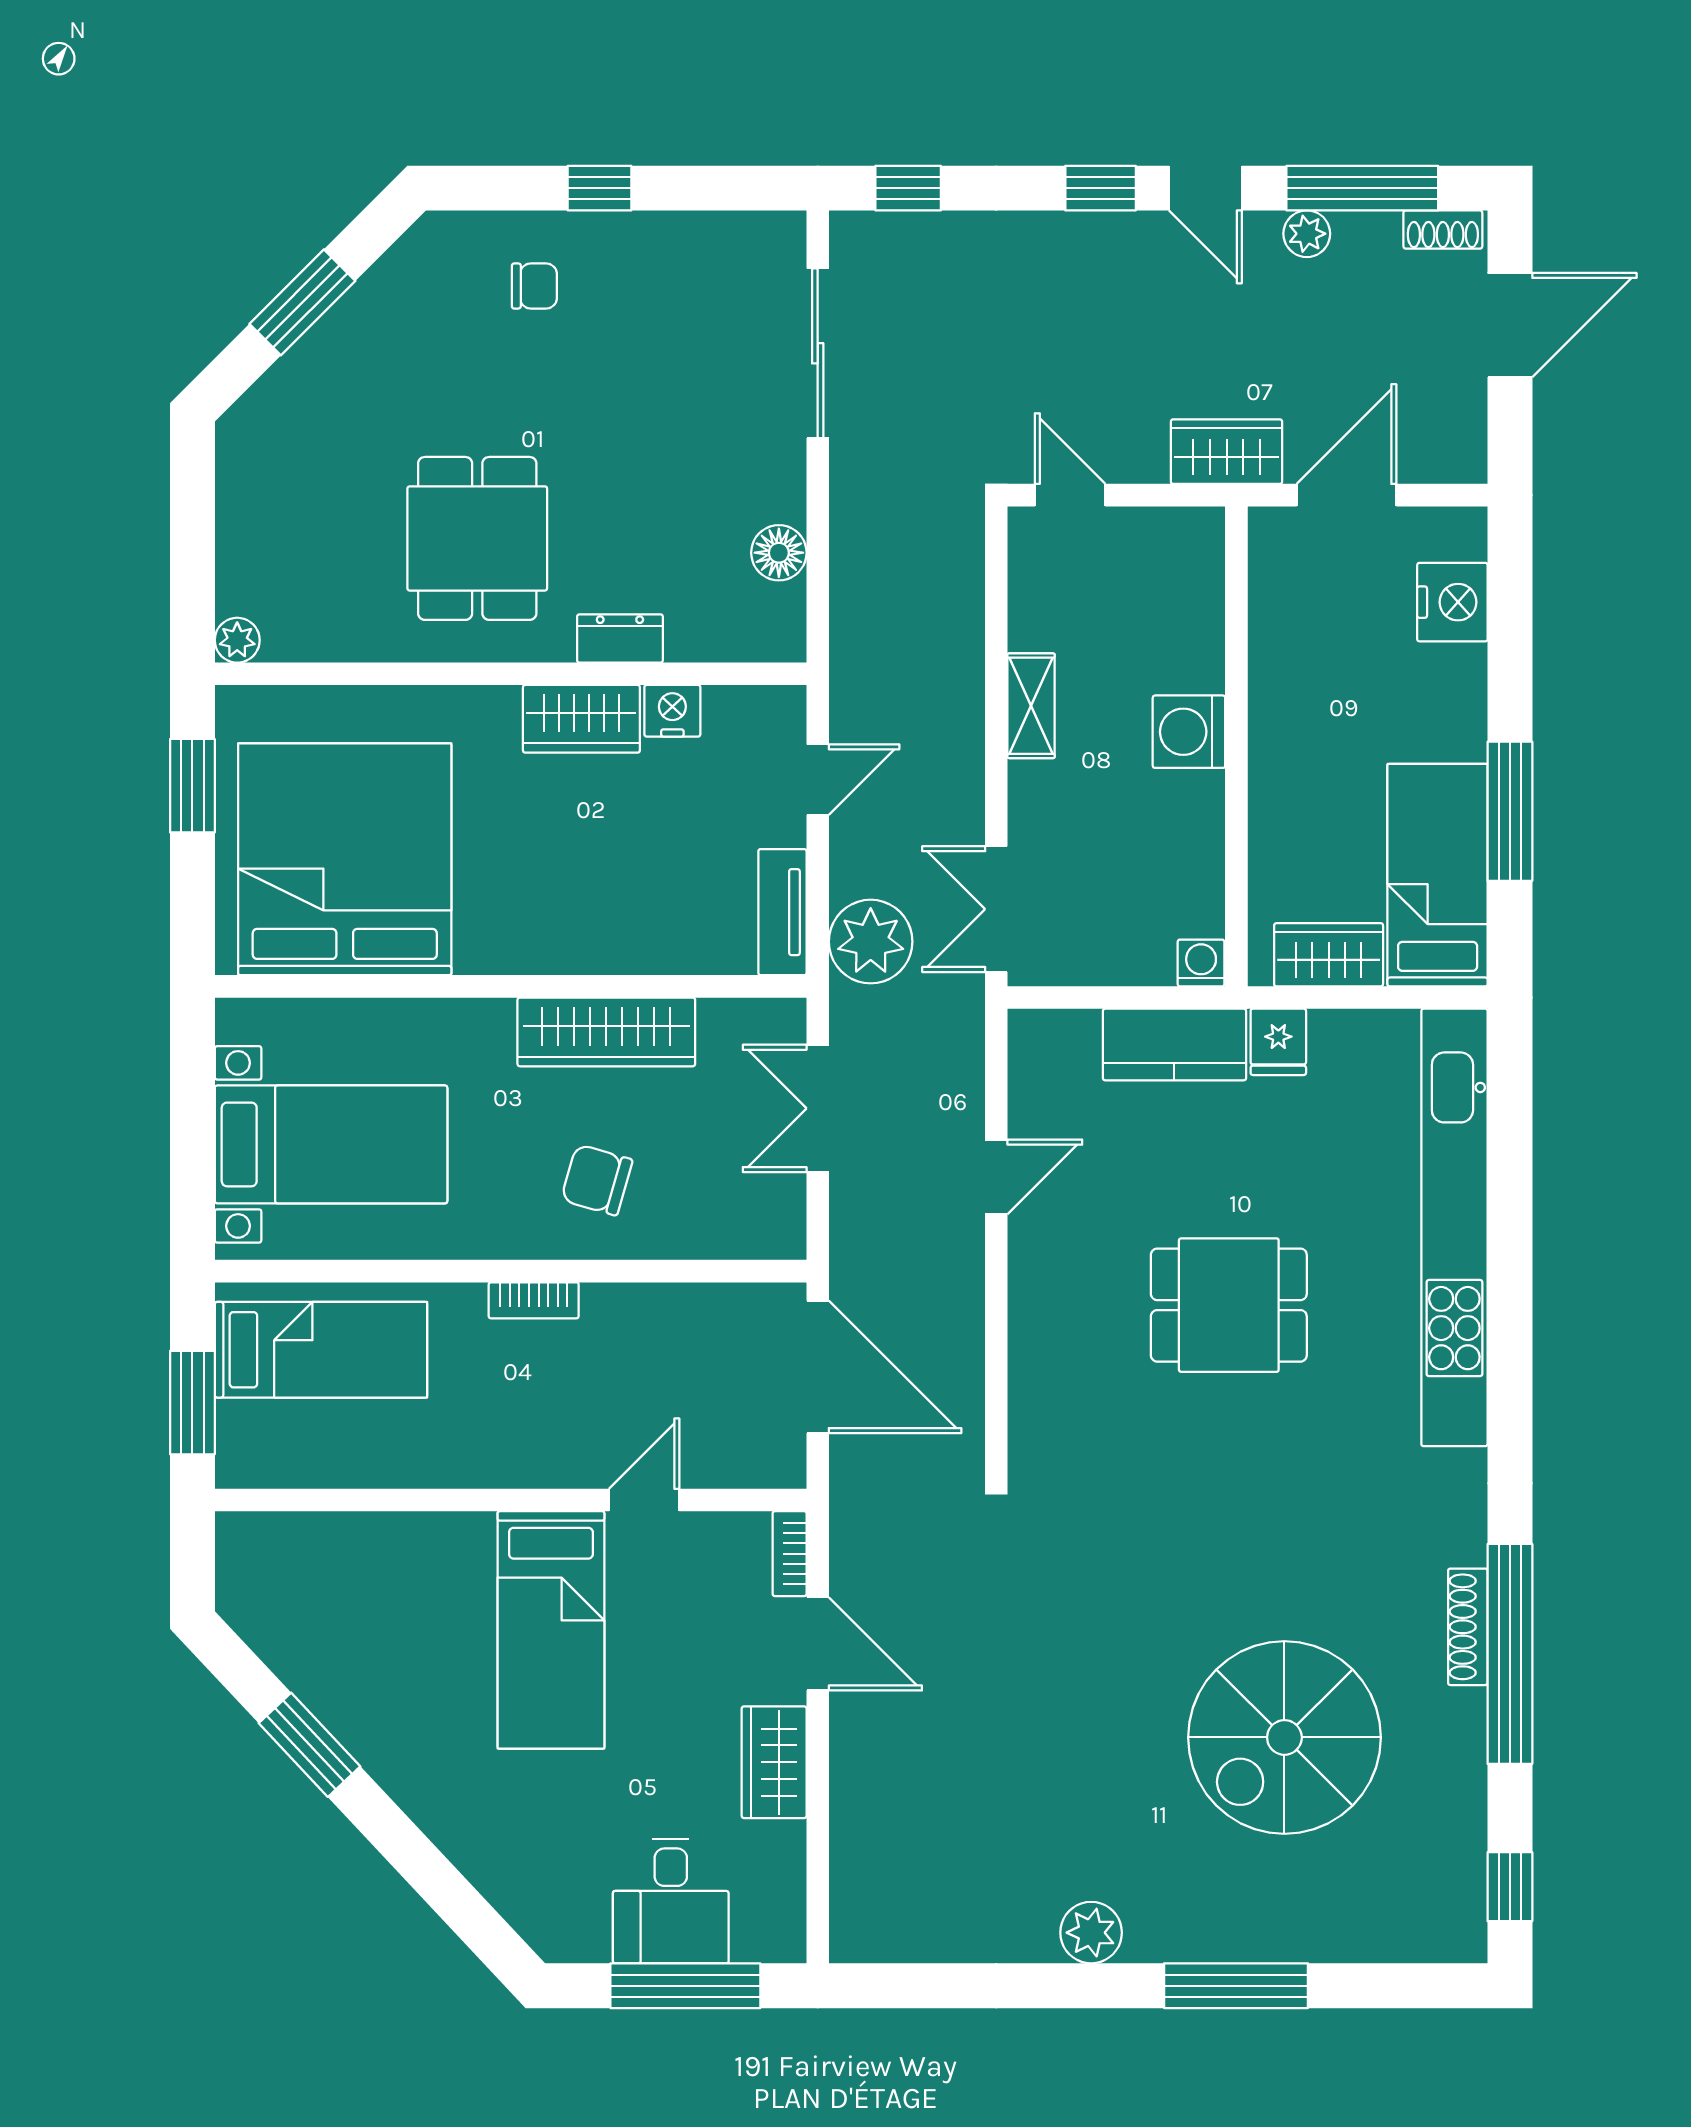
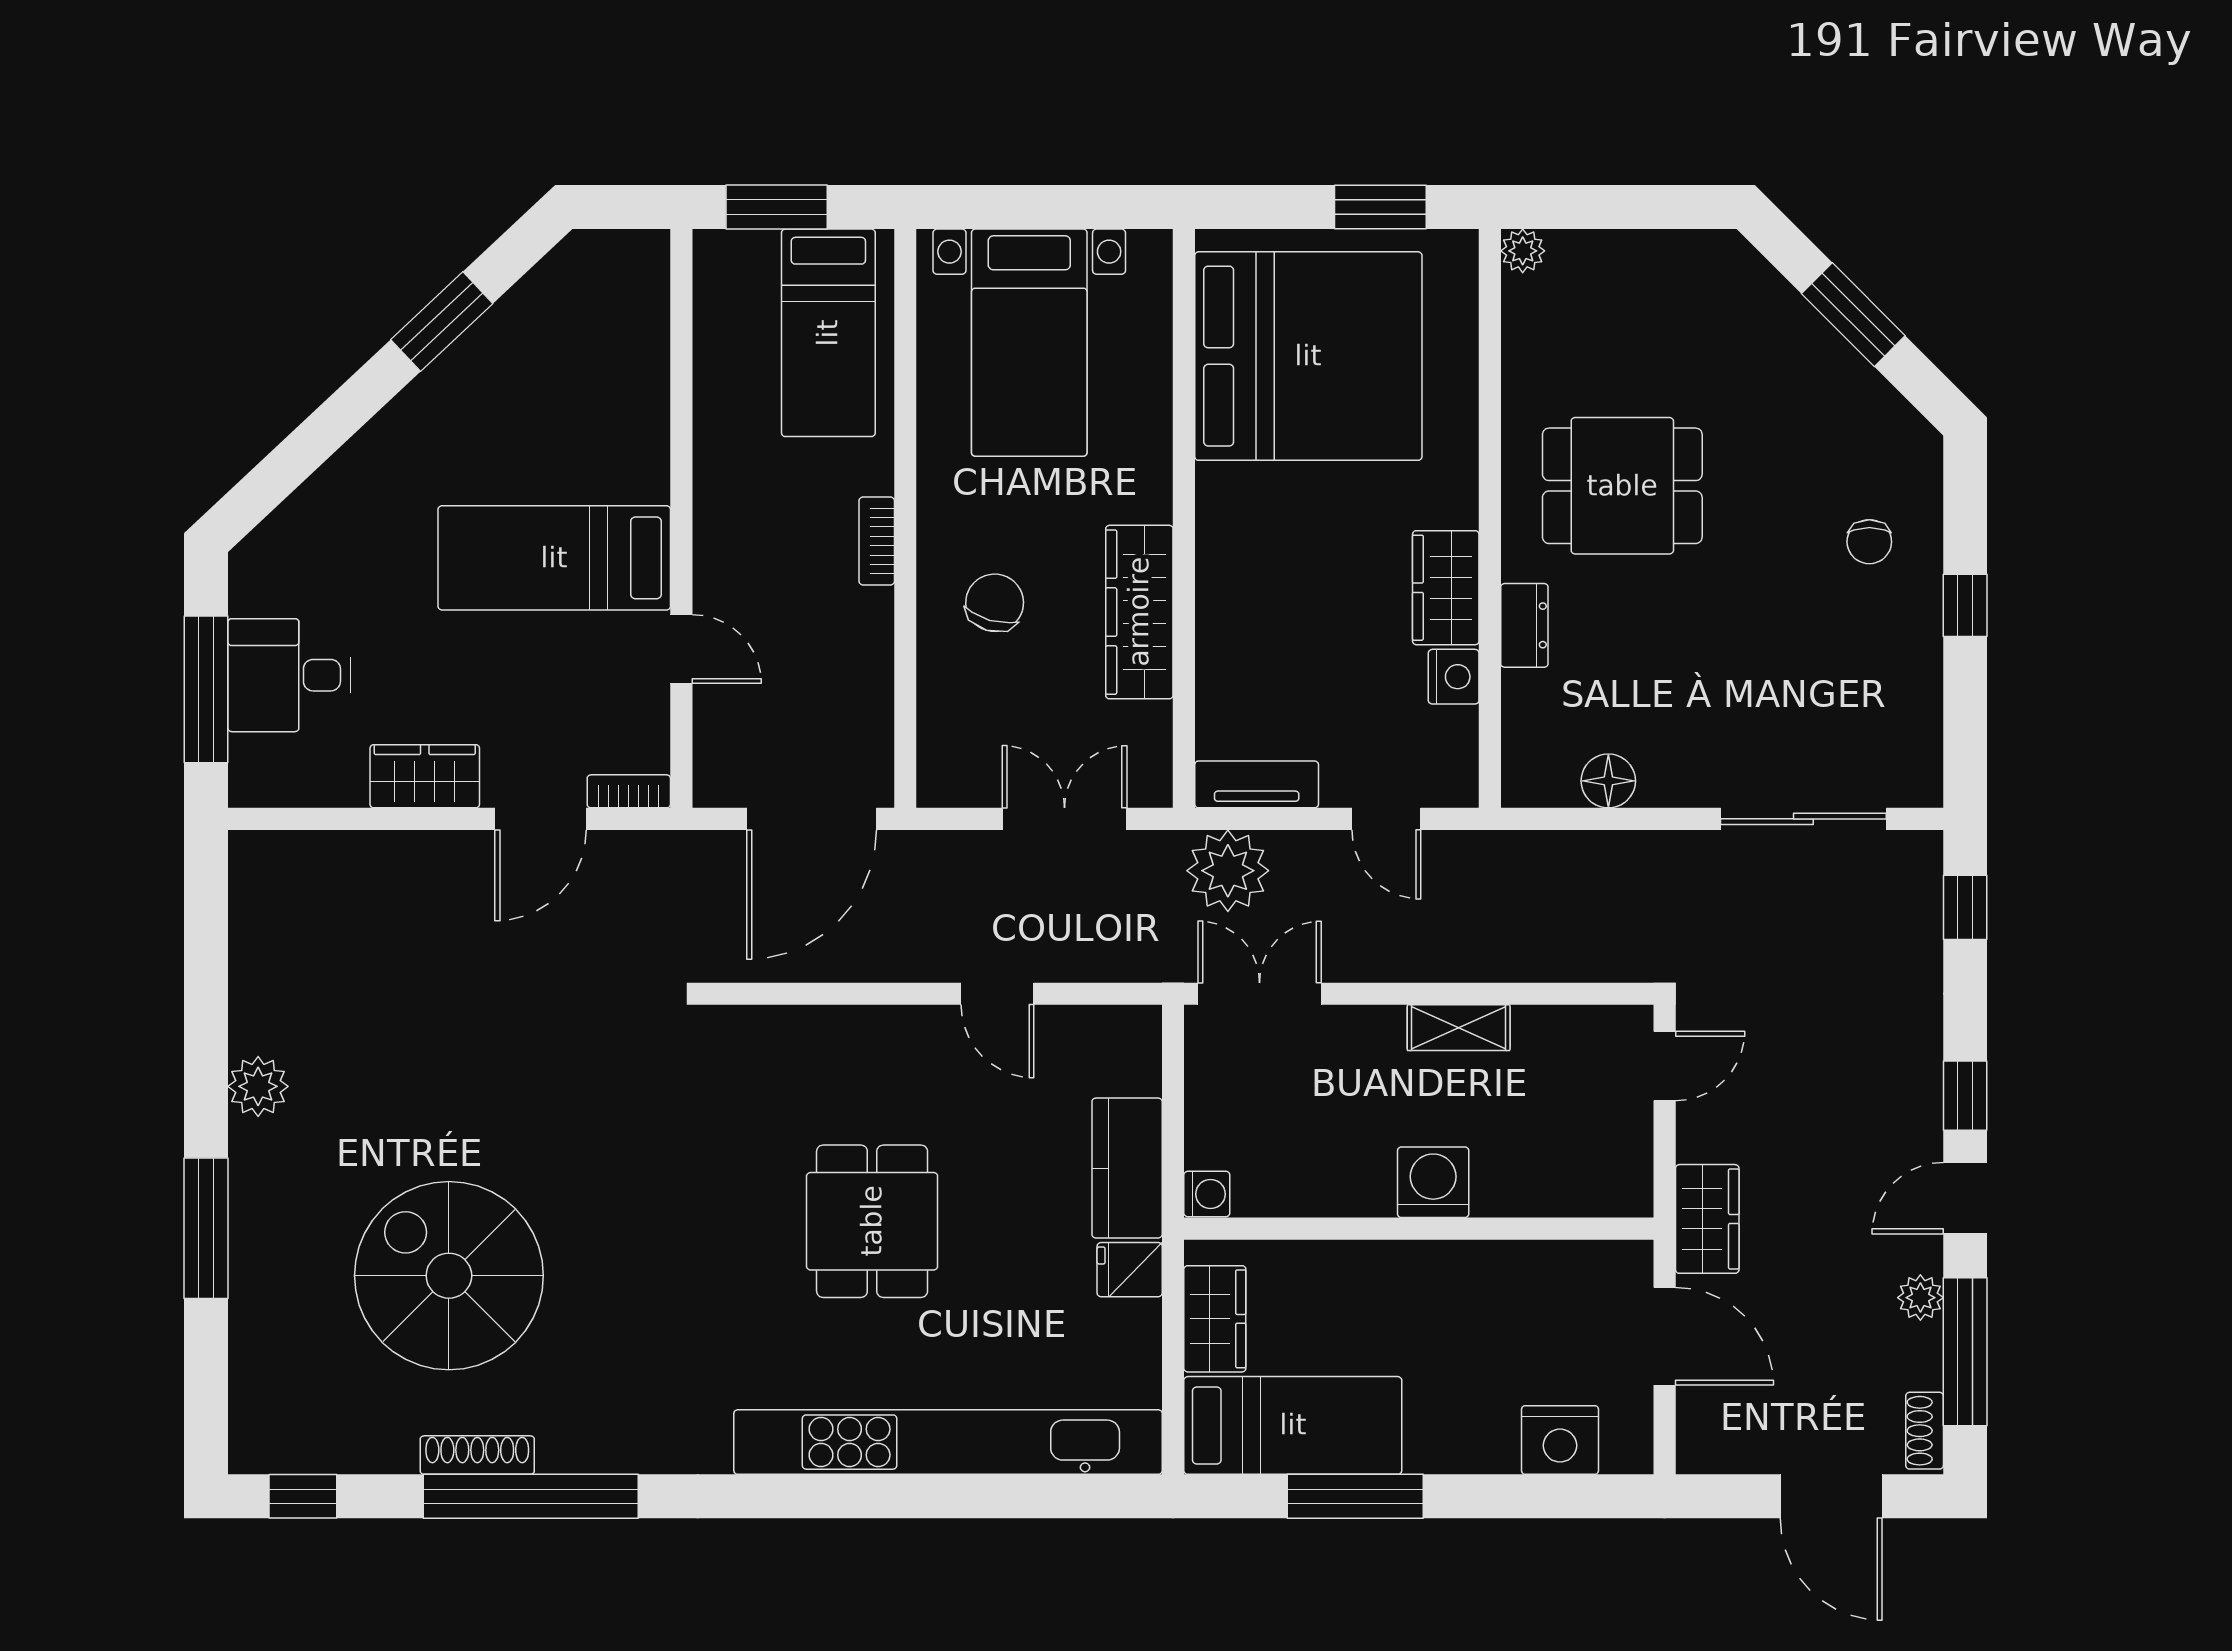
shoe rack: (1468, 1627) -> (477, 1455), moved

